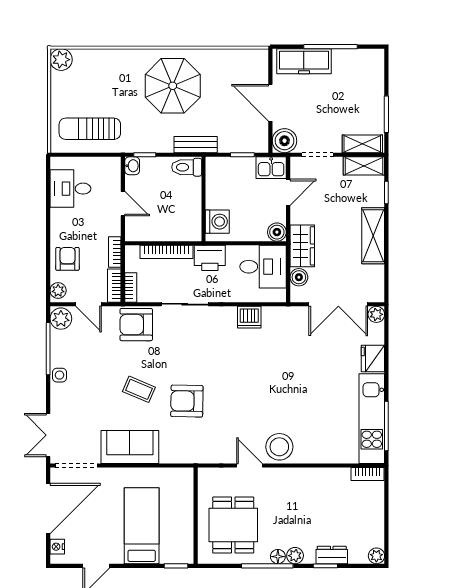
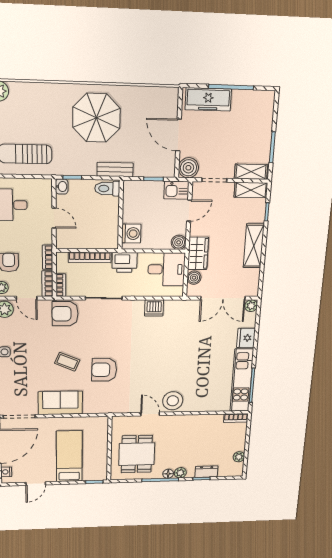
plant: (376, 556) -> (239, 457), moved

